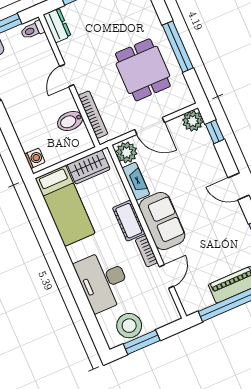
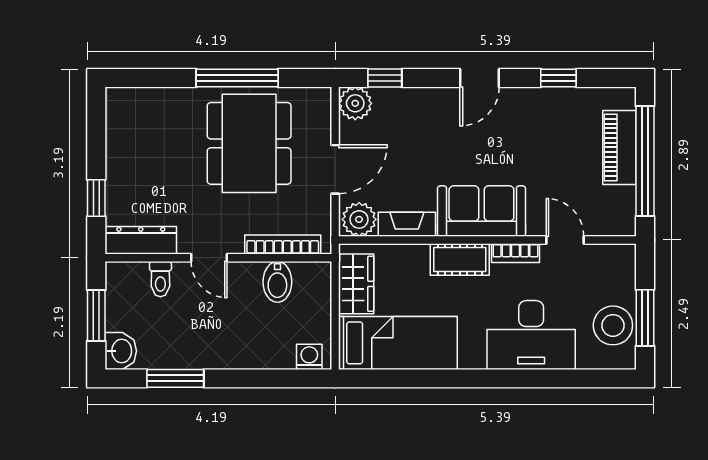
dresser: (57, 25) -> (141, 240), width x1.44
toilet: (33, 30) -> (160, 279), moved
dining table: (143, 70) -> (249, 143), width x1.38

